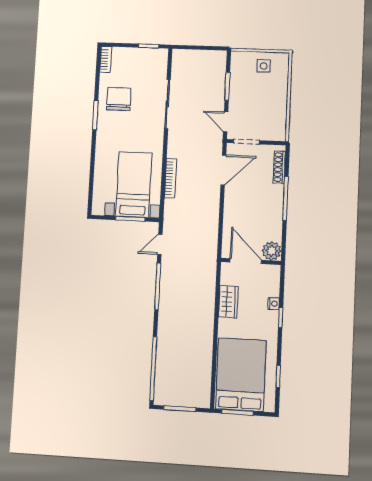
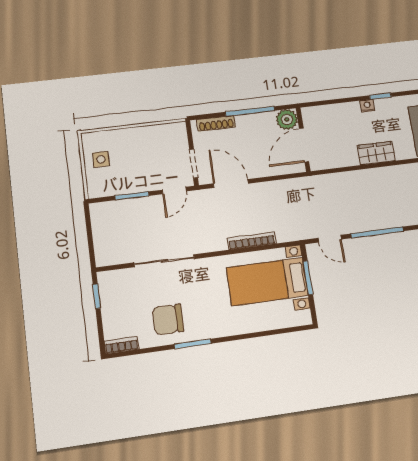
plant: (272, 251) -> (287, 119), moved
door: (246, 261) -> (304, 145), moved
wall: (251, 261) -> (303, 139), moved

